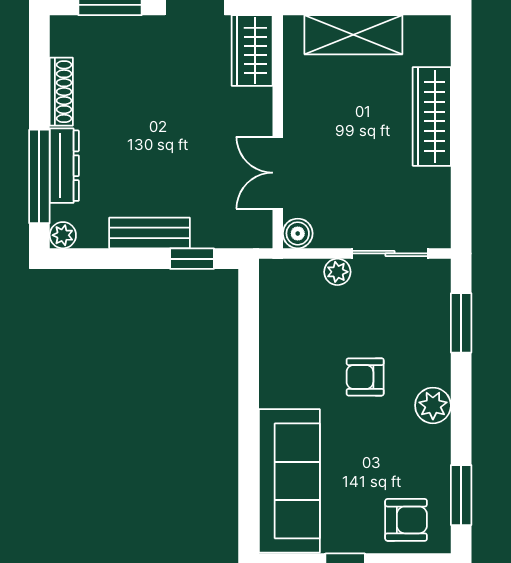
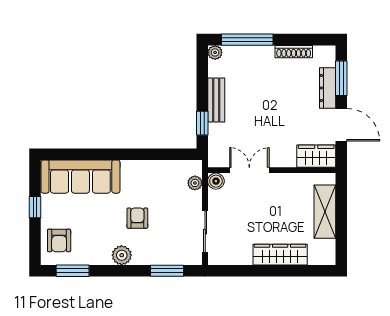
dresser: (64, 166) -> (328, 88), moved, turned 90
plant: (337, 272) -> (195, 183), moved

